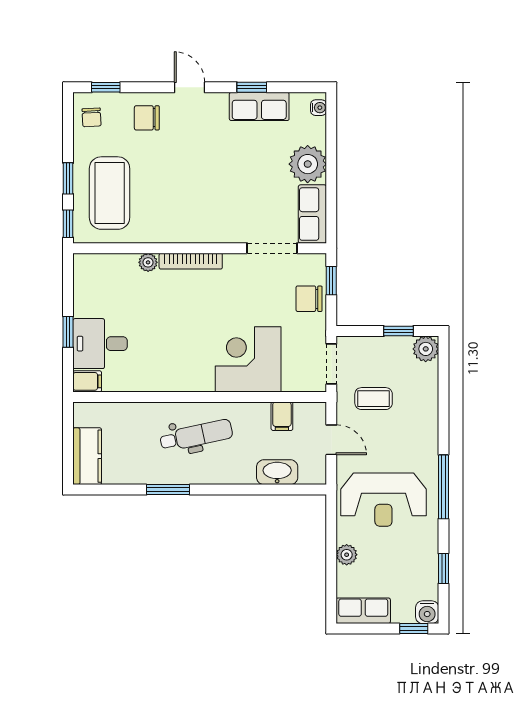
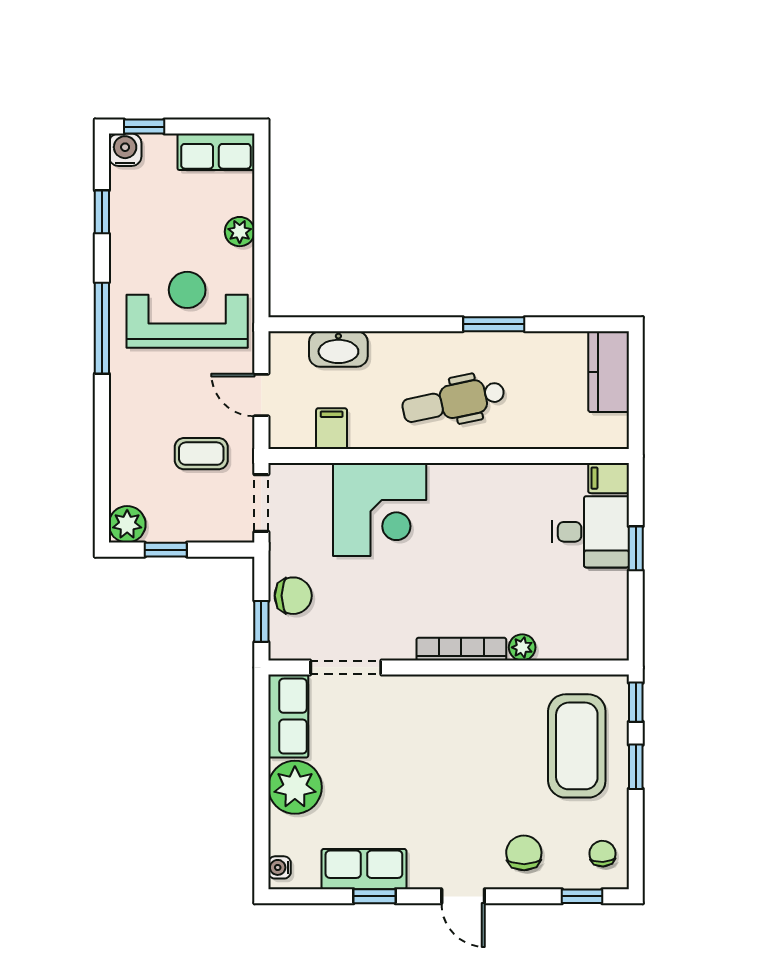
chair: (147, 118) -> (524, 853), turned -91

